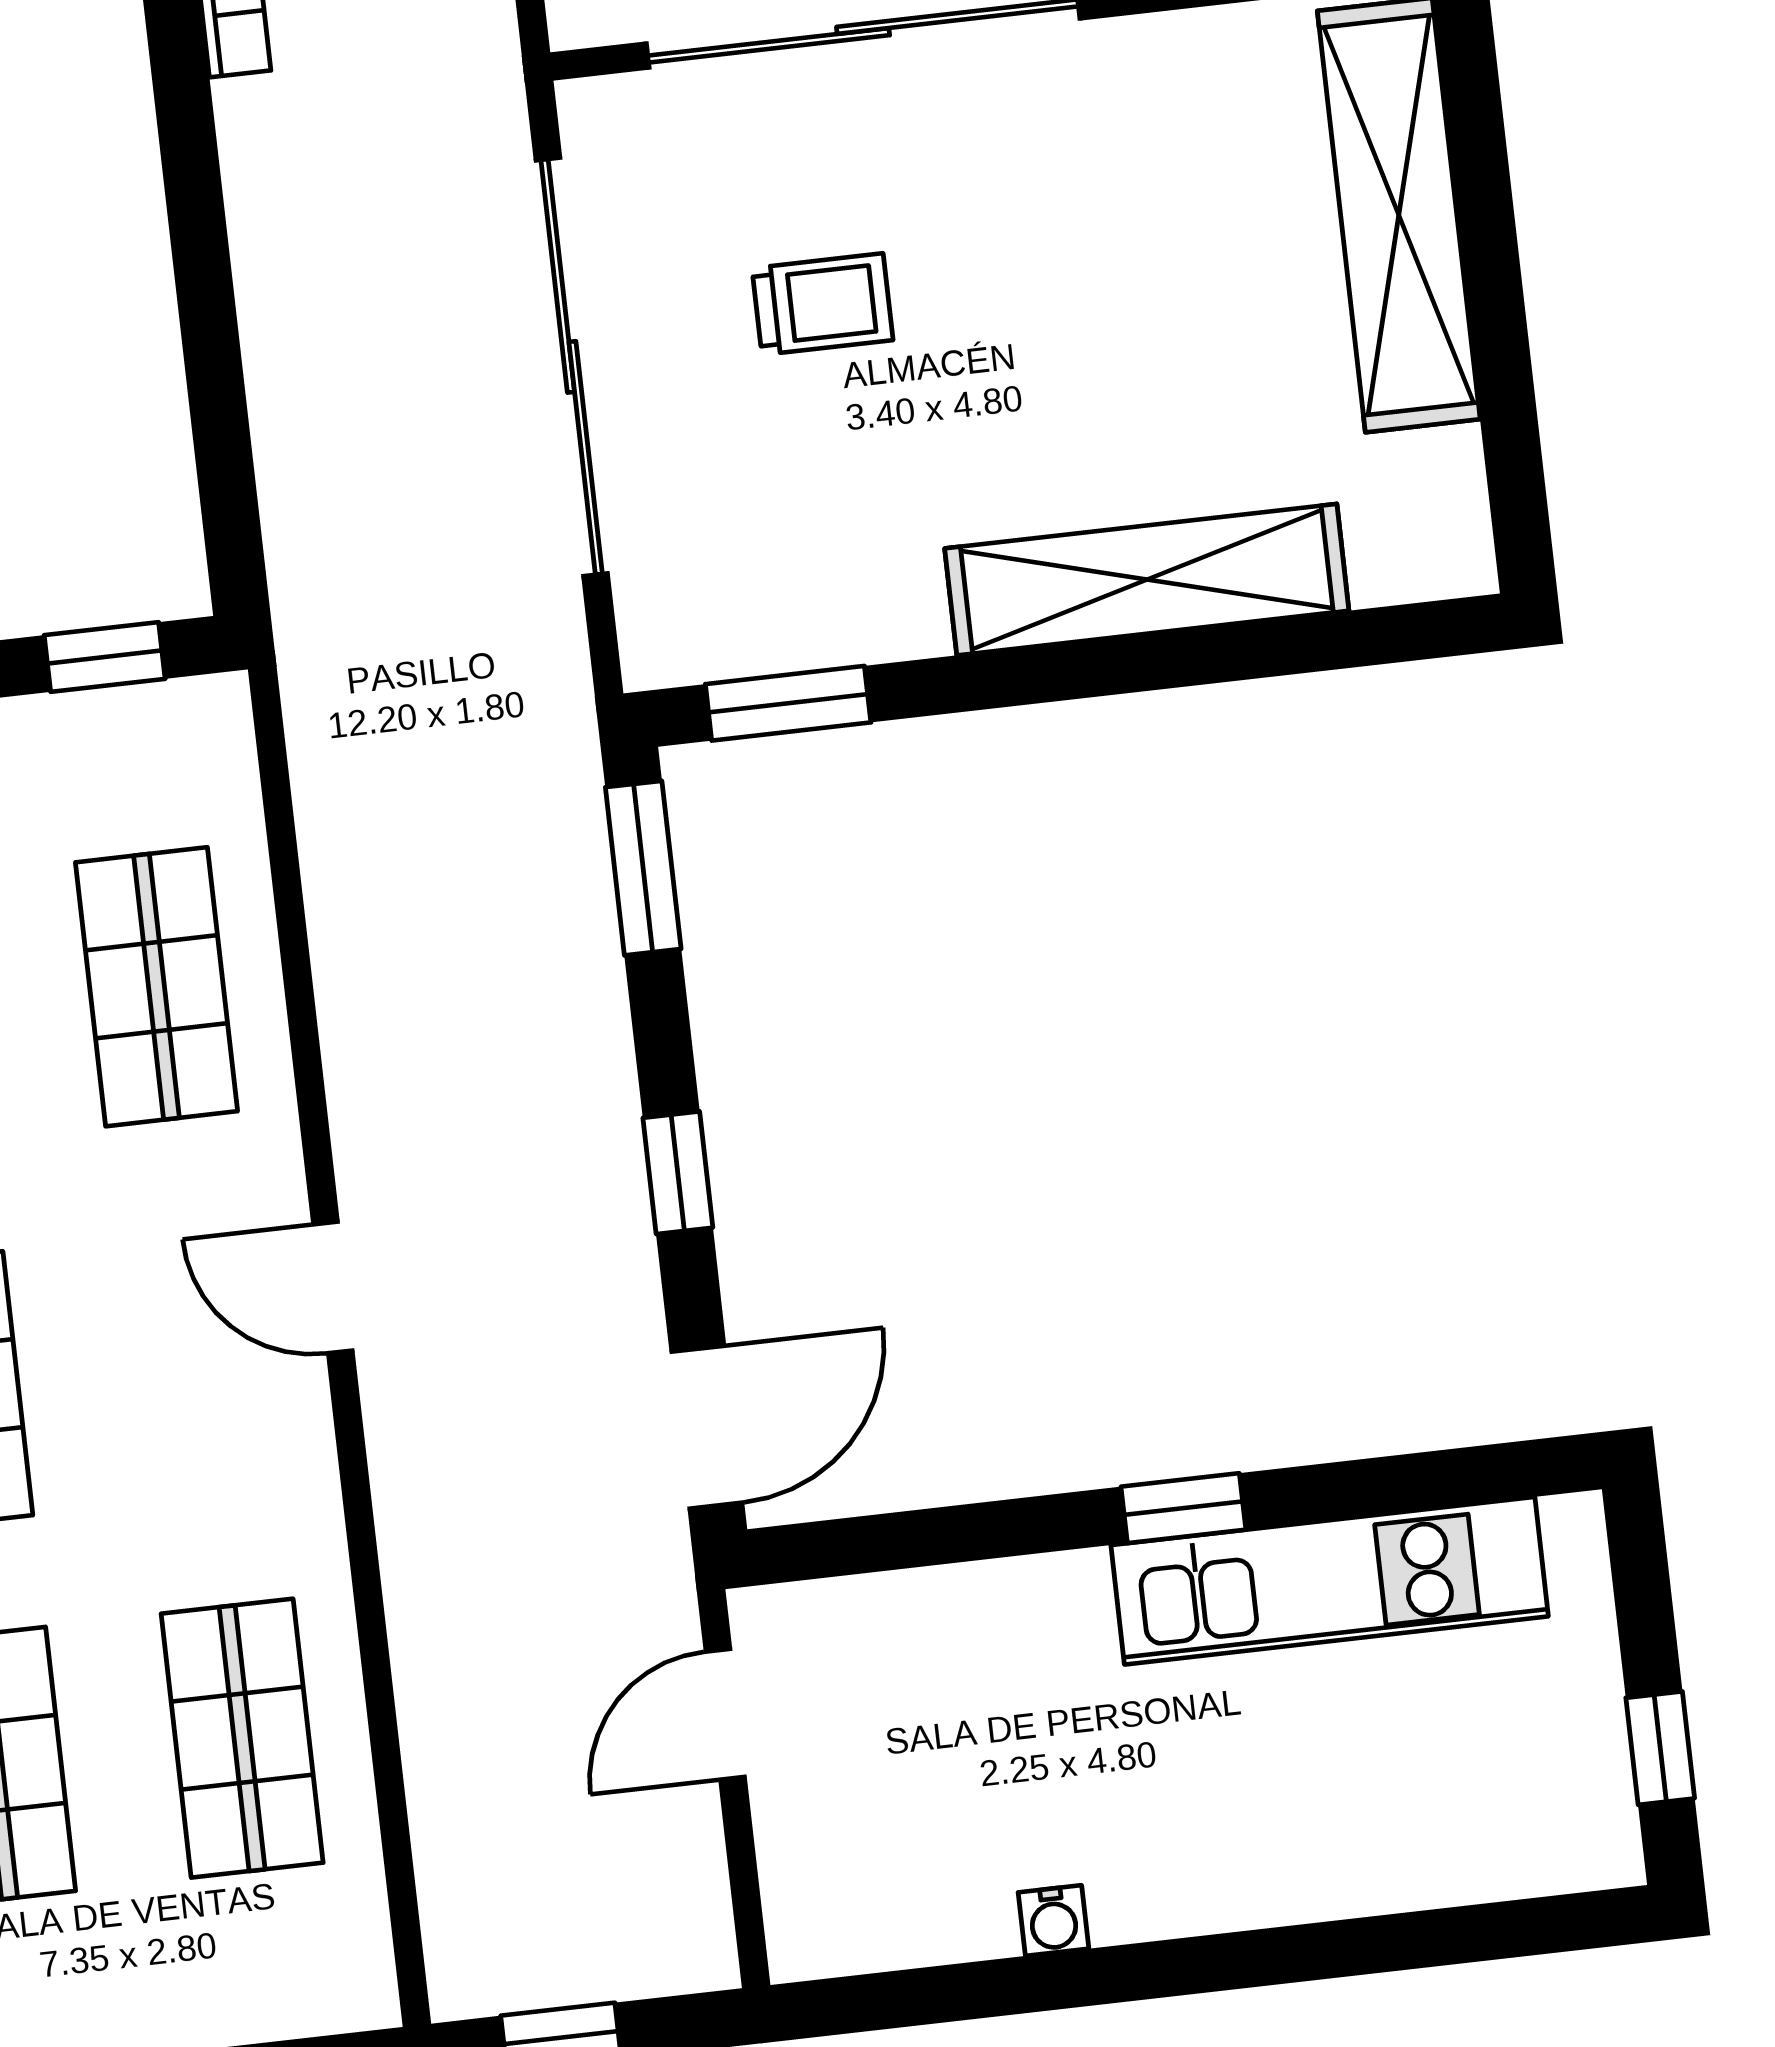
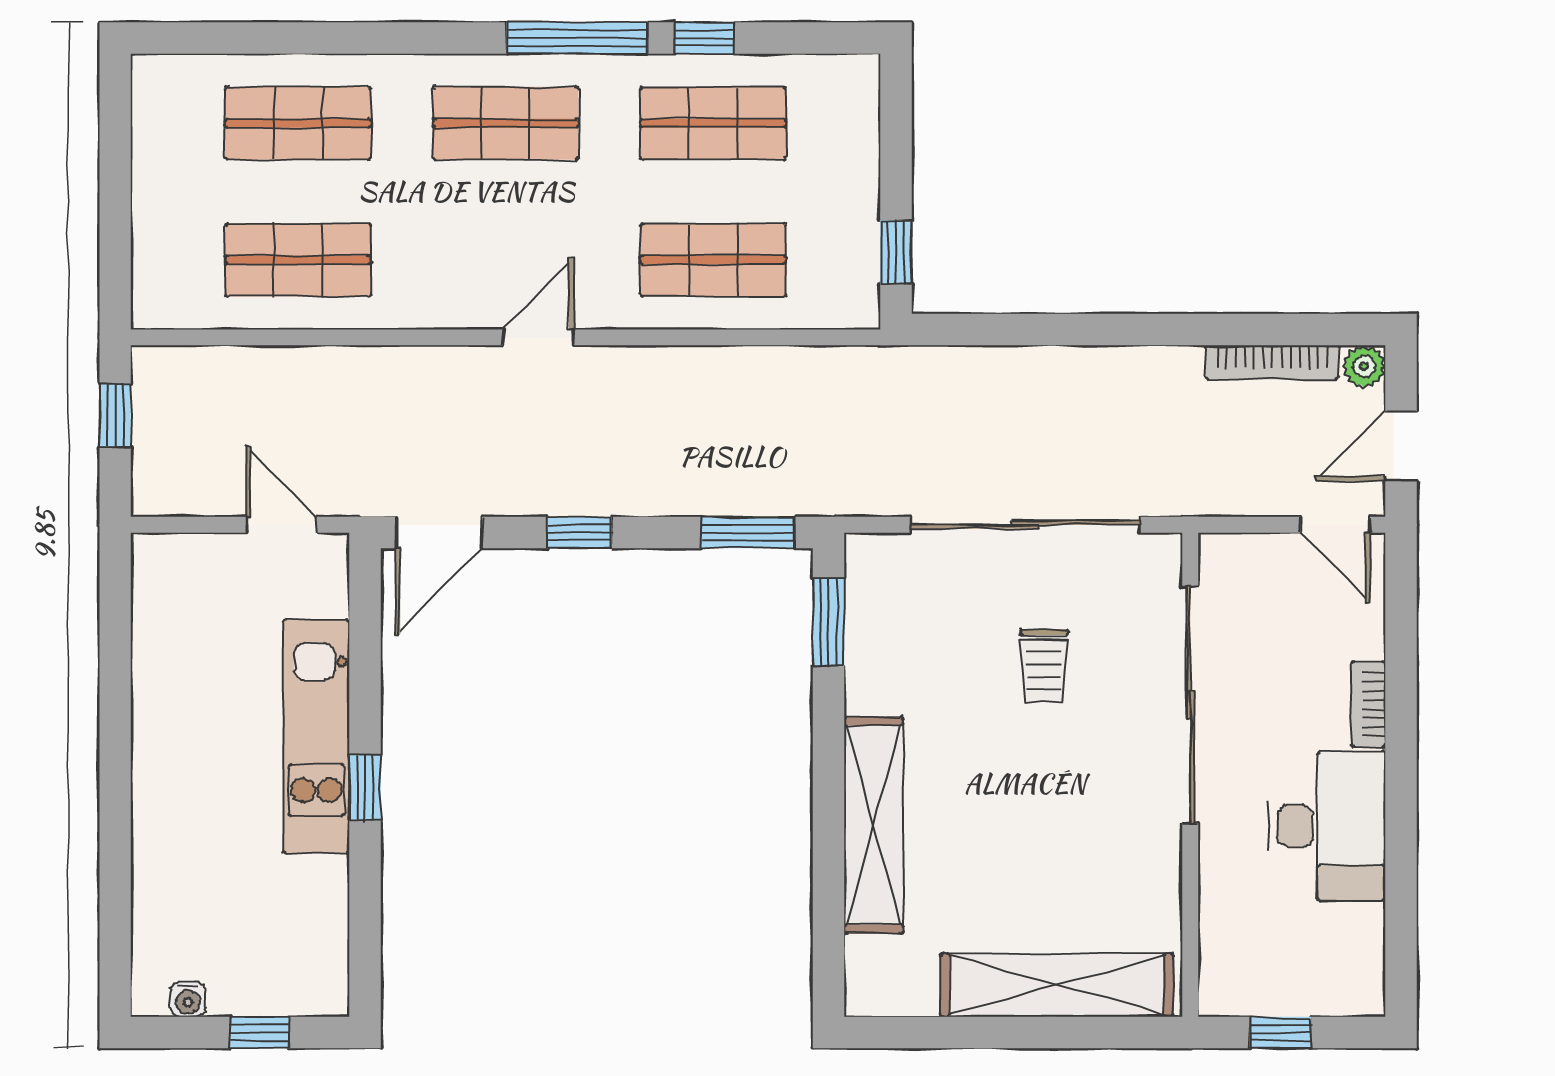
door: (707, 1427) -> (439, 533), hinge flipped
kitchen unit: (1330, 1581) -> (316, 736), moved
window: (1660, 1748) -> (260, 1032), moved
water cooler: (1053, 1921) -> (188, 999), moved, turned -90

